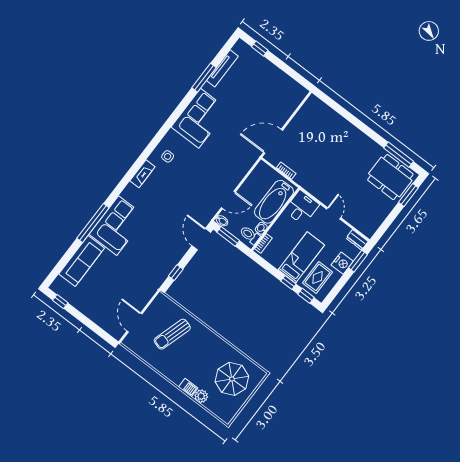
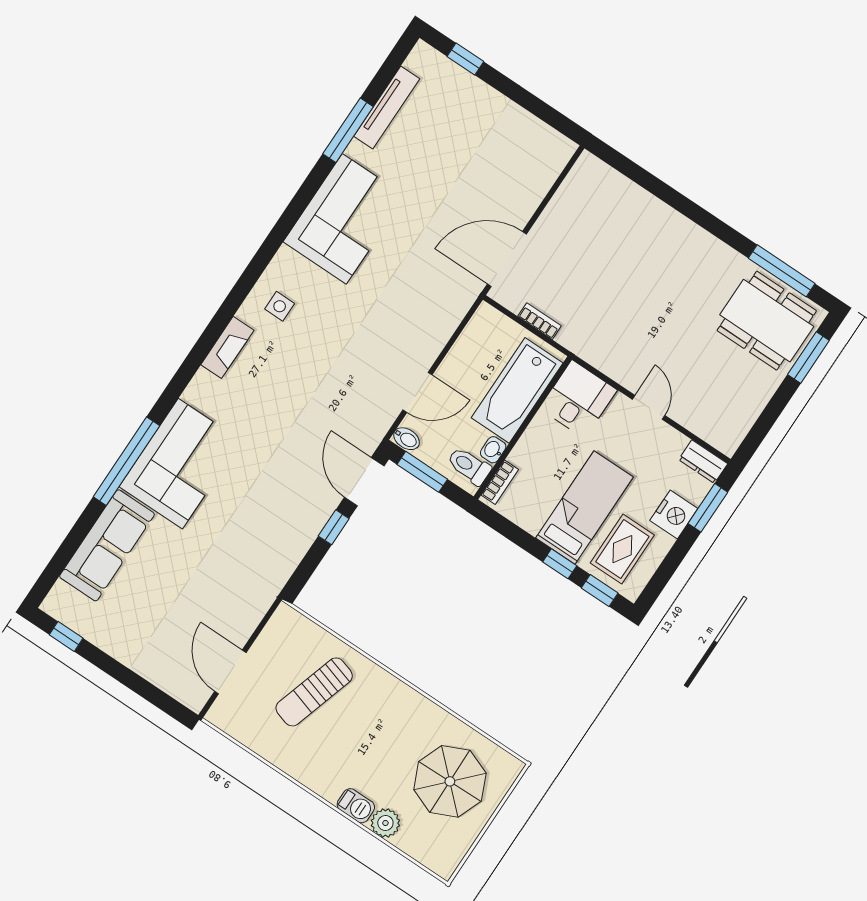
window: (176, 273) -> (334, 527), moved

